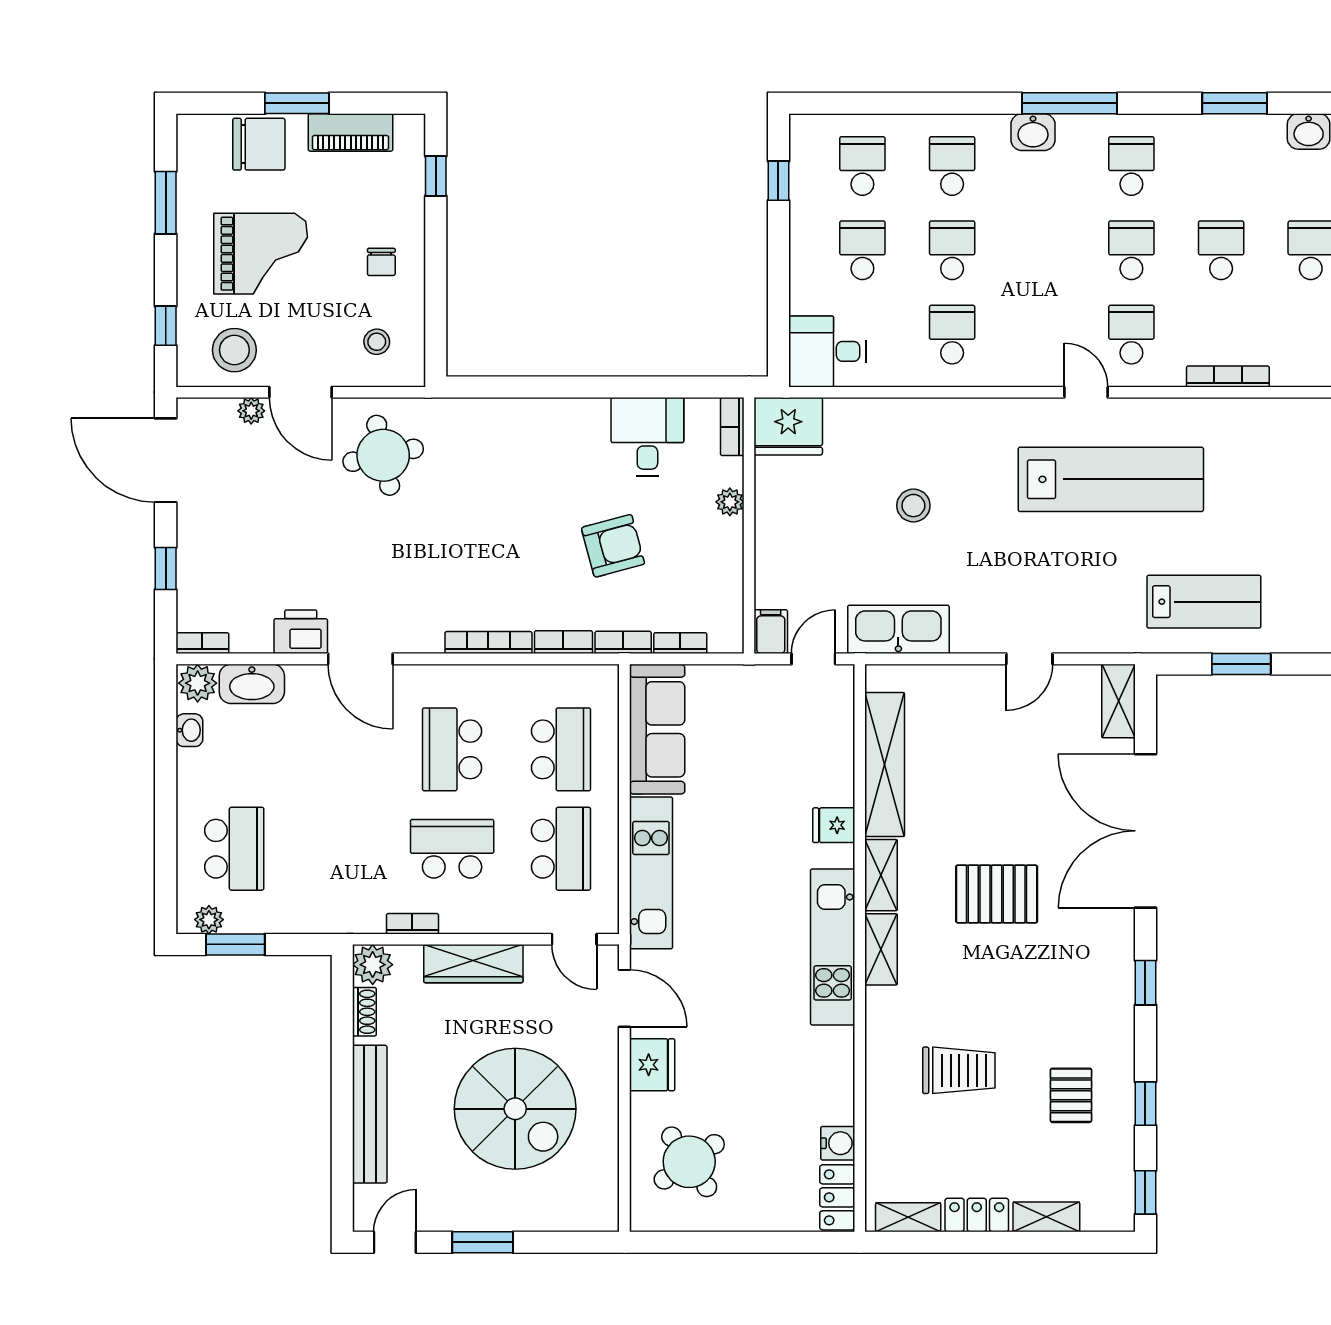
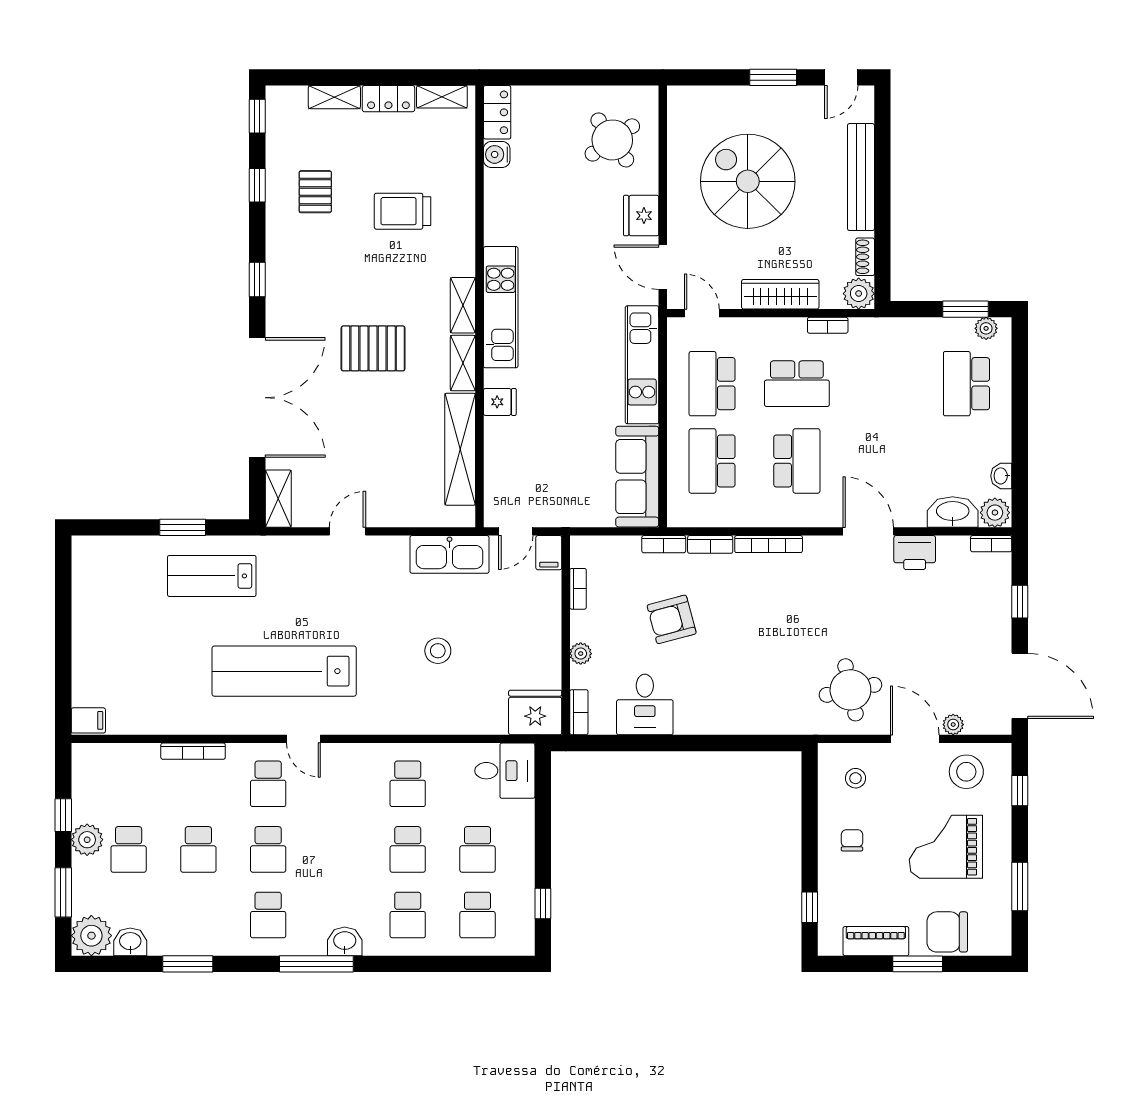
bookcase: (680, 643) -> (578, 589), moved, turned -90

